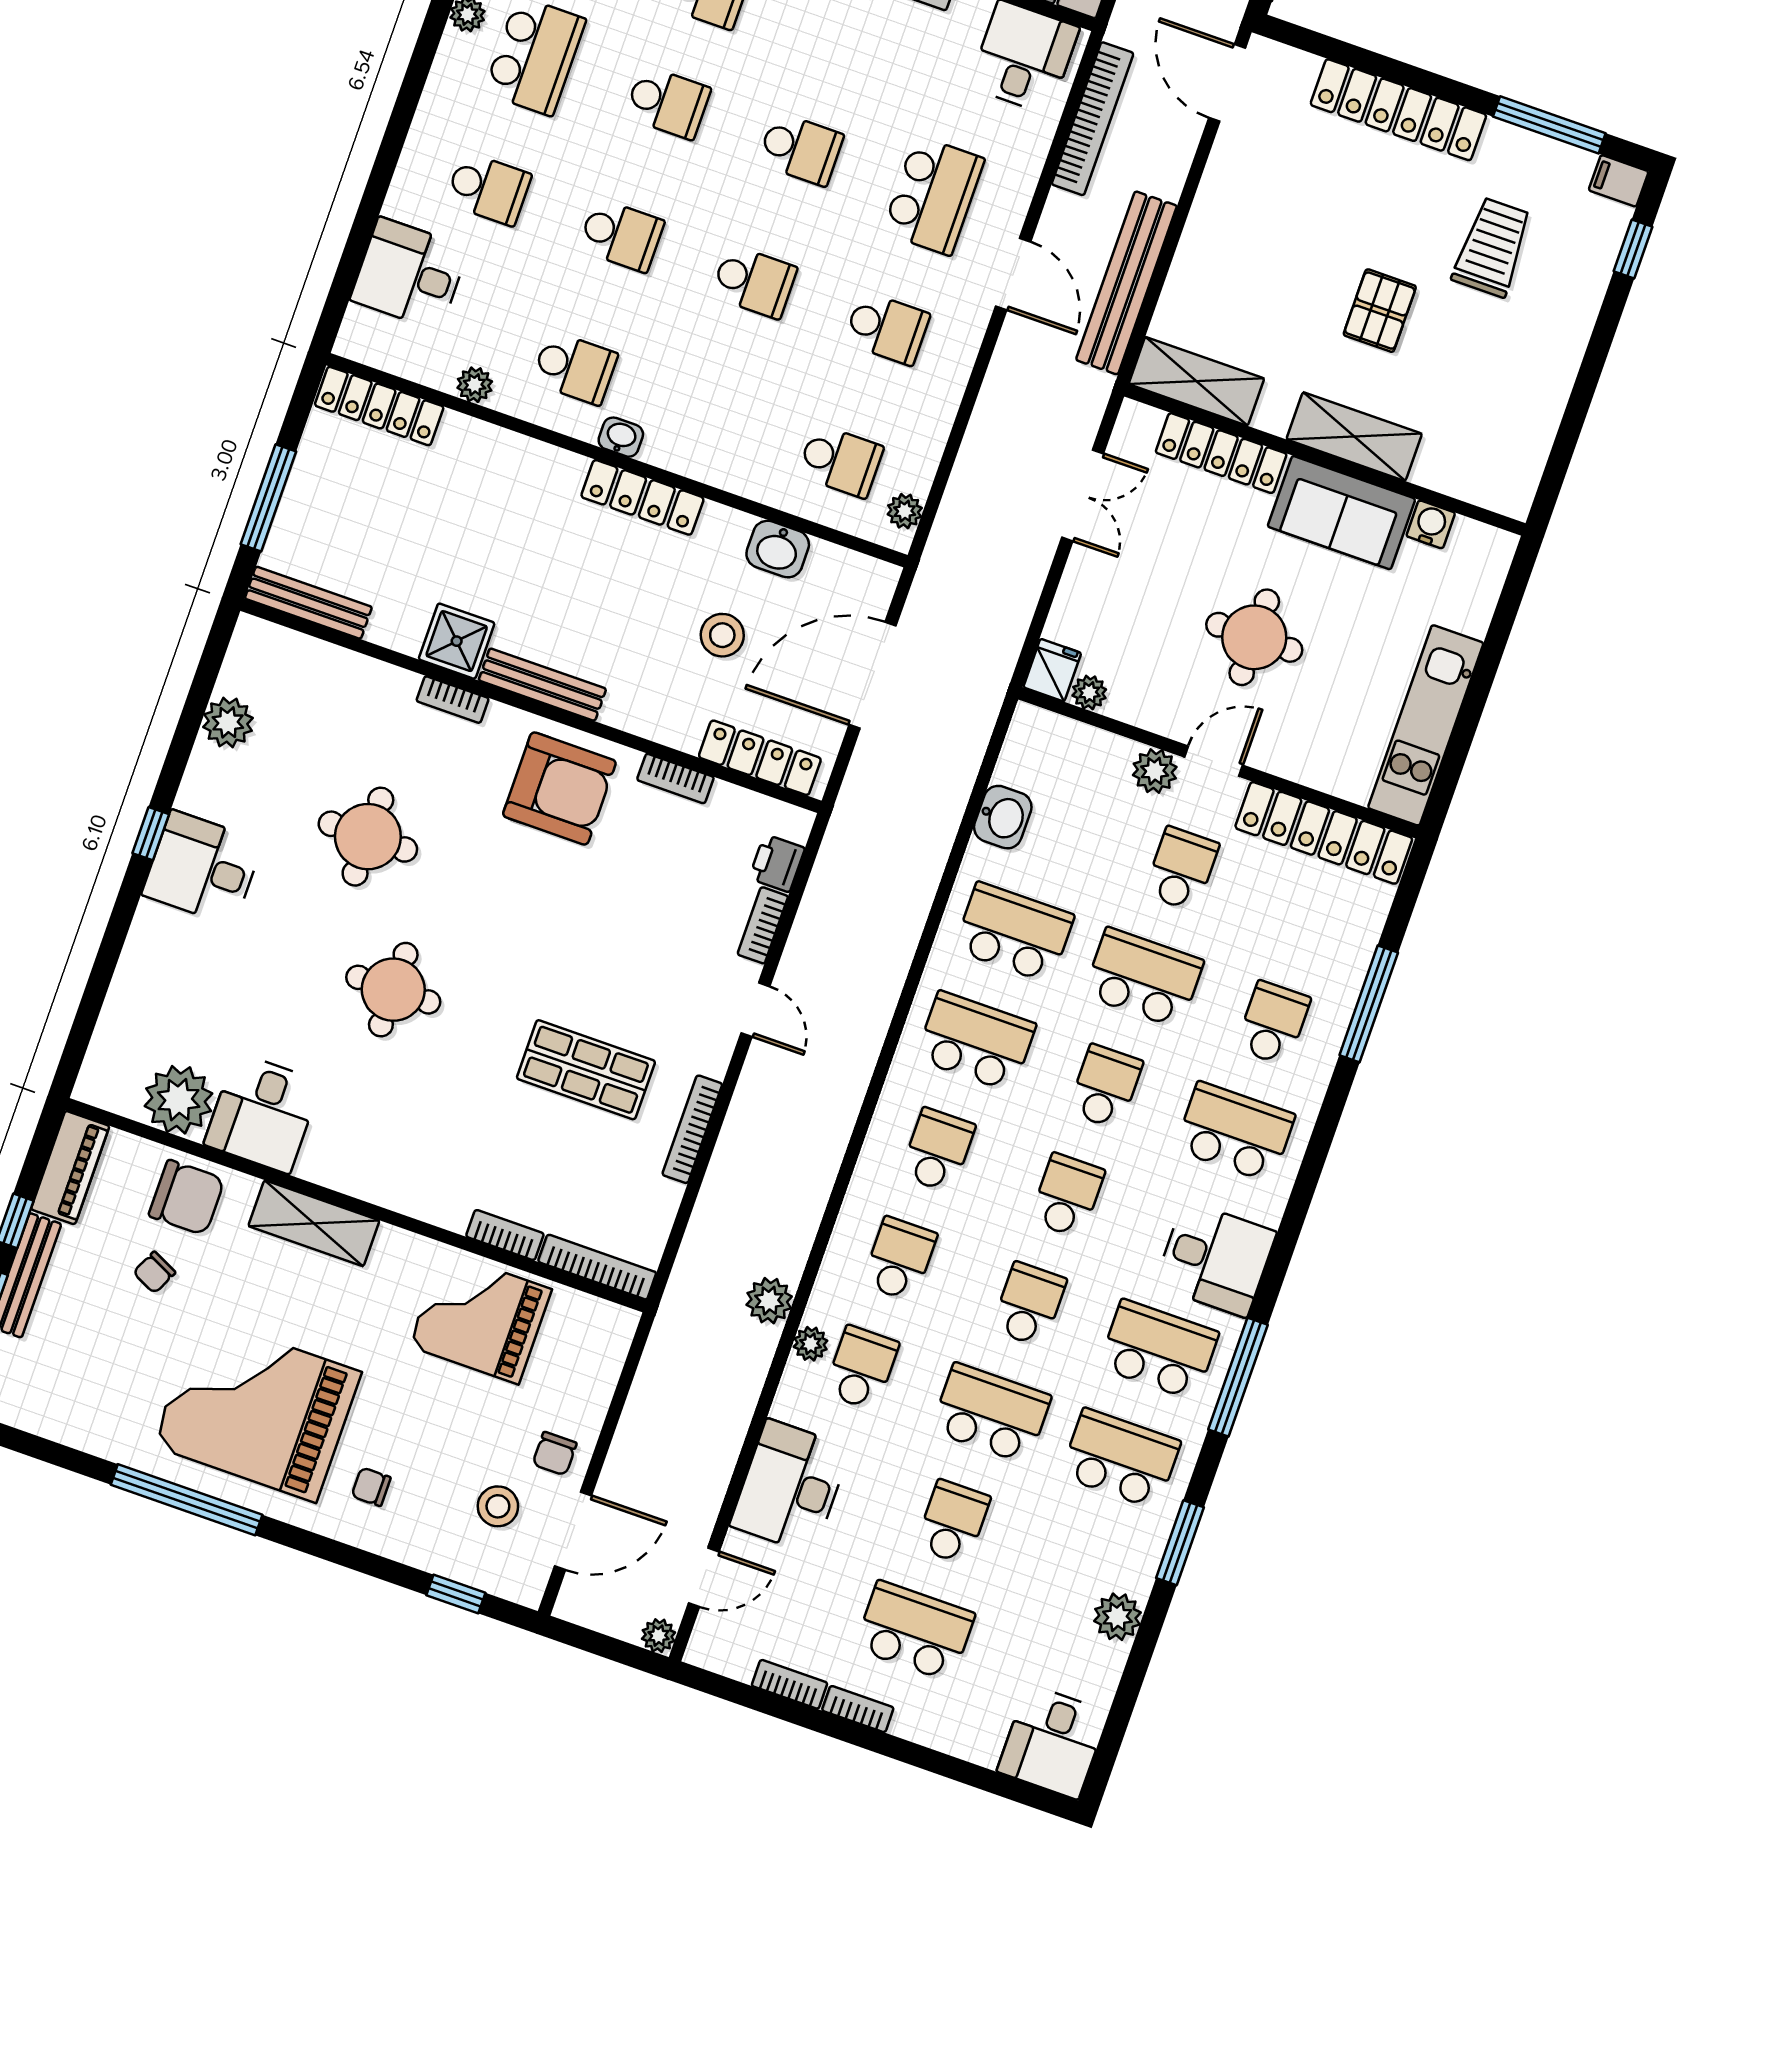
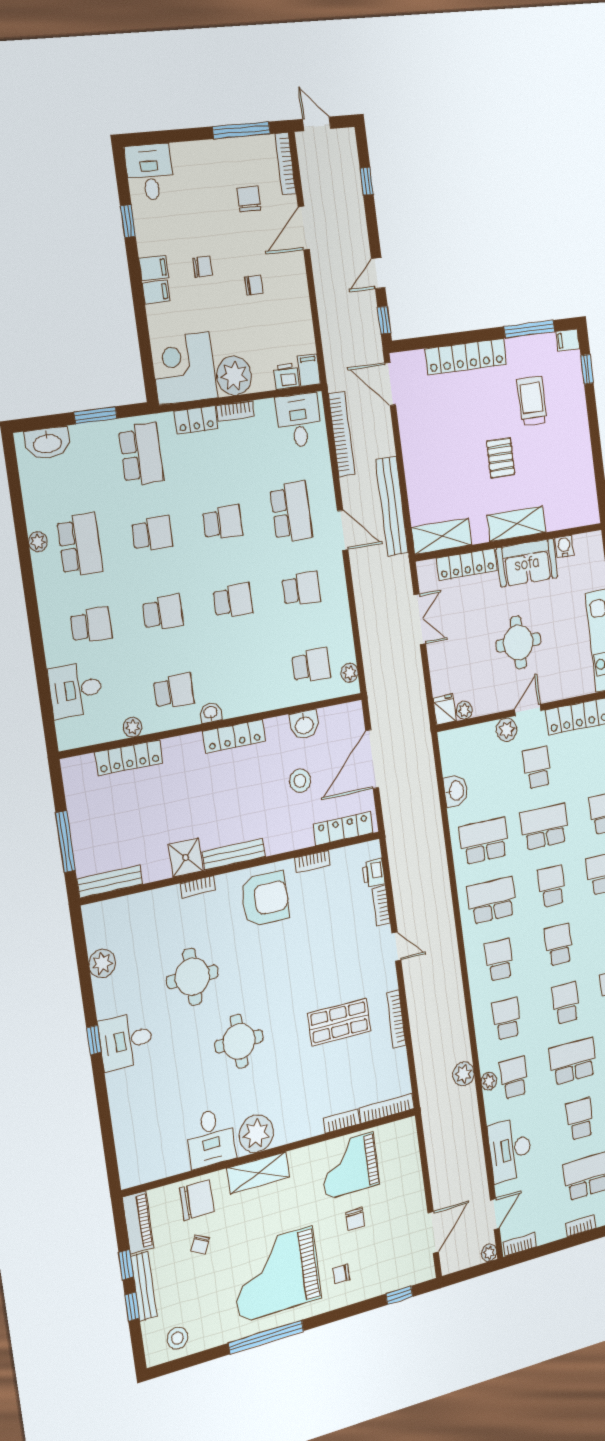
locker: (379, 406) -> (129, 758), moved
plant: (179, 1100) -> (256, 1134), moved
chair: (555, 1454) -> (355, 1219), moved
stool: (498, 1506) -> (178, 1338), moved
bookcase: (790, 1684) -> (520, 1245), moved

